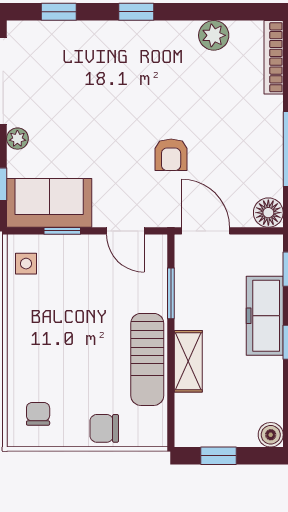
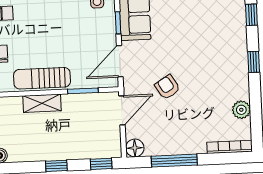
armchair: (171, 155) -> (167, 87), turned 58
door: (125, 231) -> (120, 61), width x1.38
freezer: (265, 316) -> (72, 149), removed

